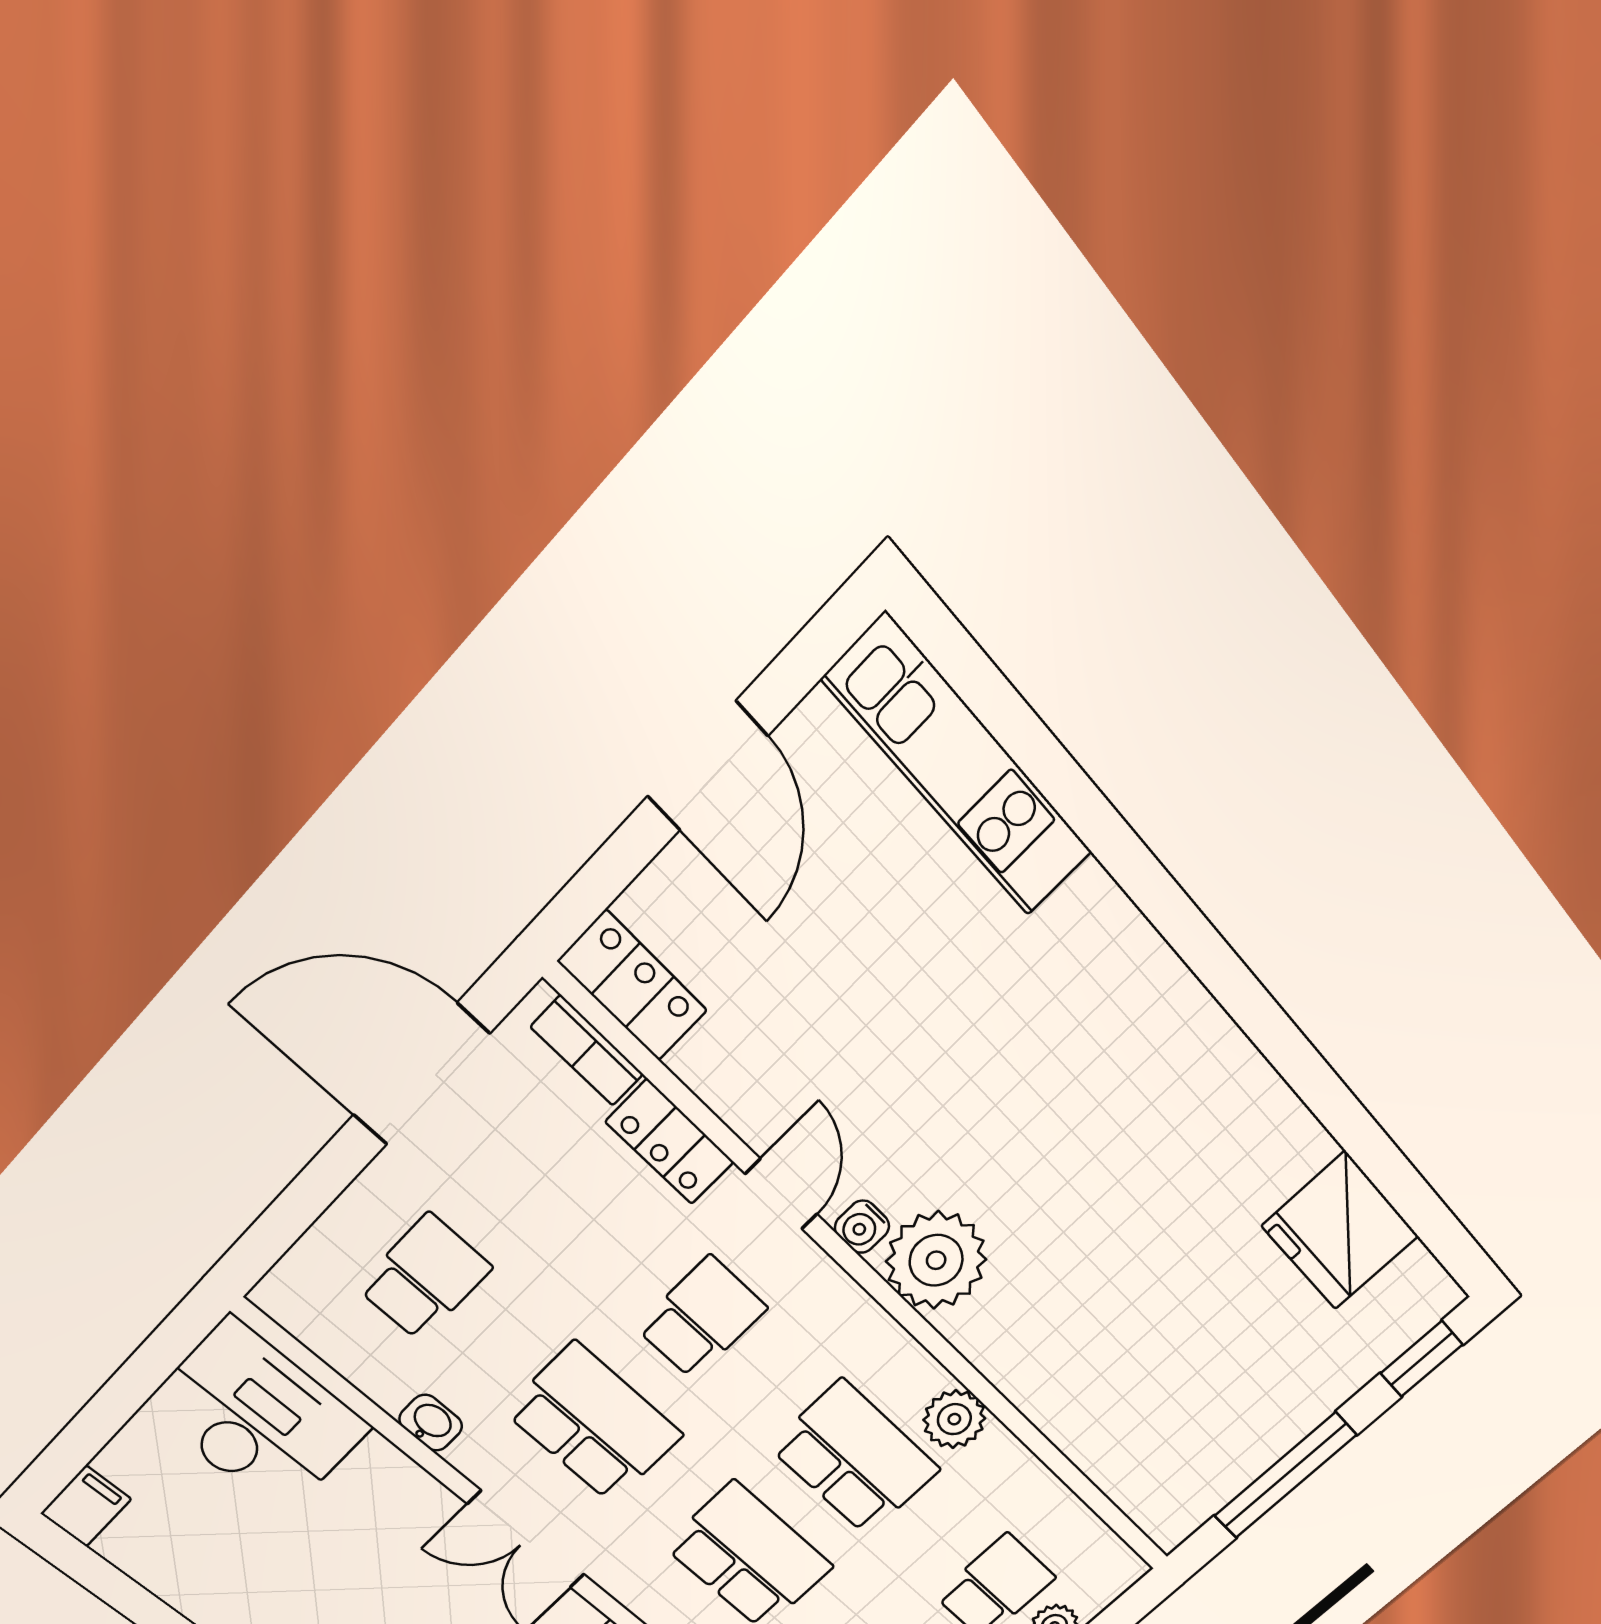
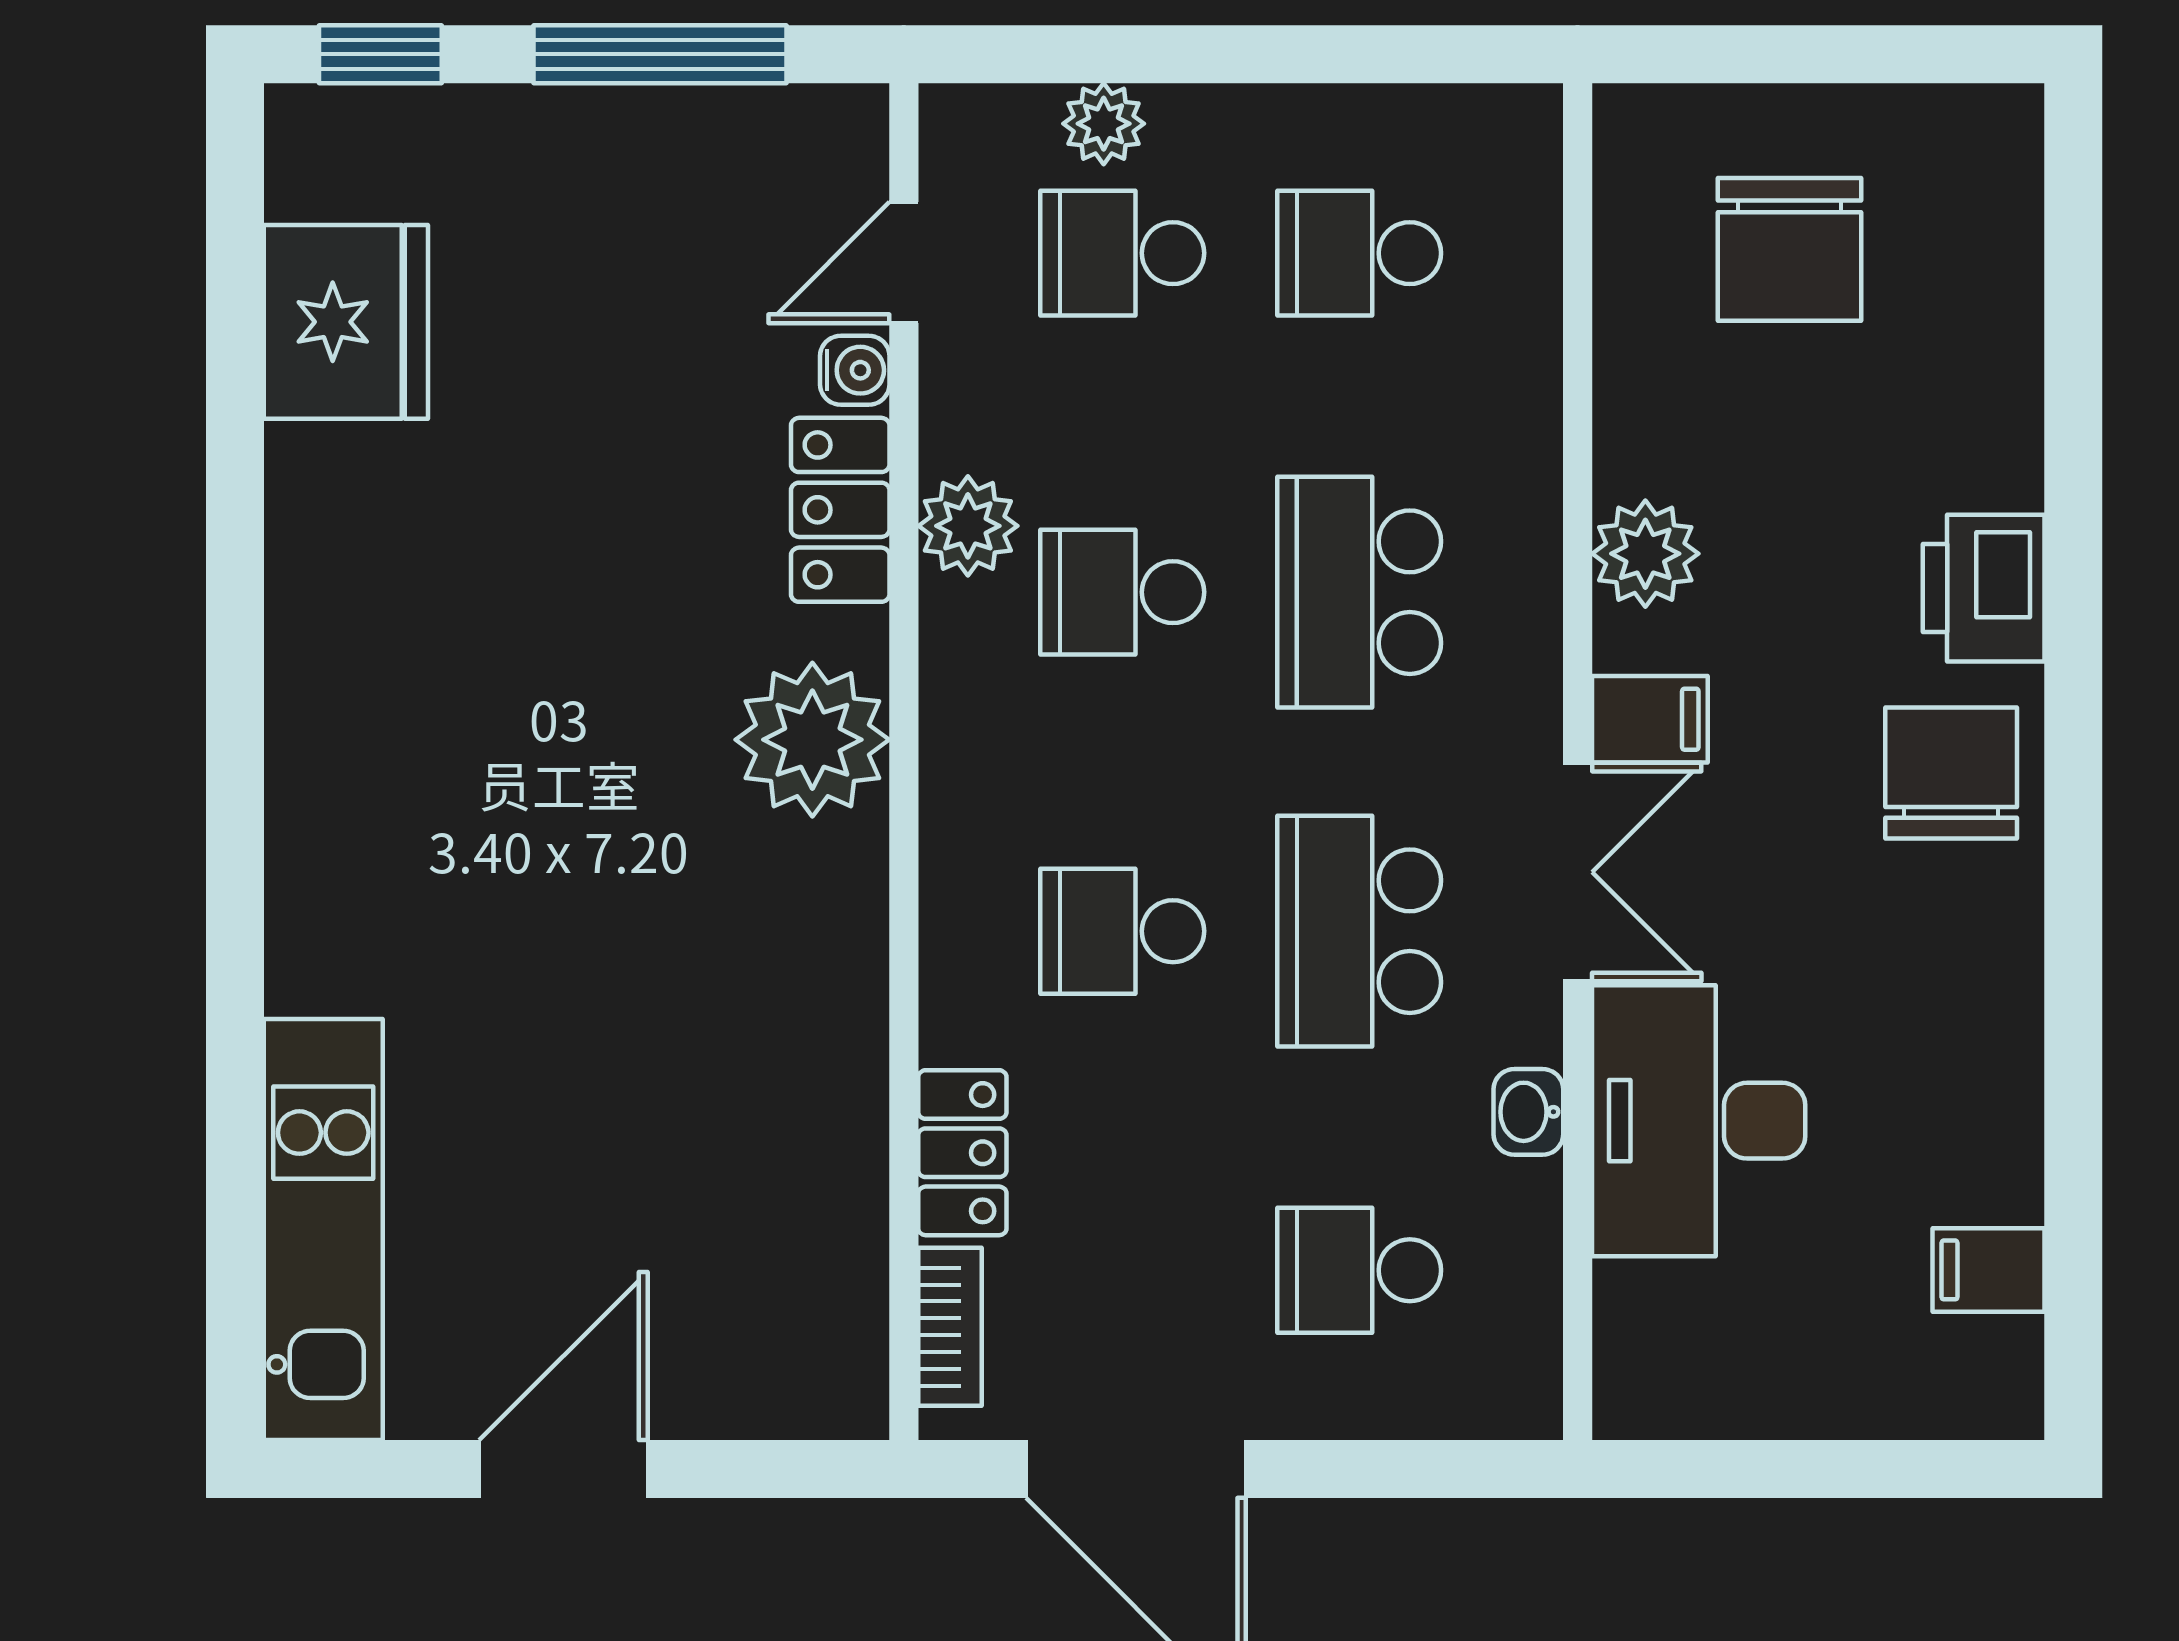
locker: (633, 986) -> (840, 510), moved
door: (781, 1194) -> (904, 262), moved
water cooler: (862, 1227) -> (855, 370), moved
desk: (257, 1418) -> (1699, 1121), moved
school desk: (855, 1458) -> (1122, 592), width x0.54
filing cabinet: (86, 1506) -> (1989, 1270), moved

